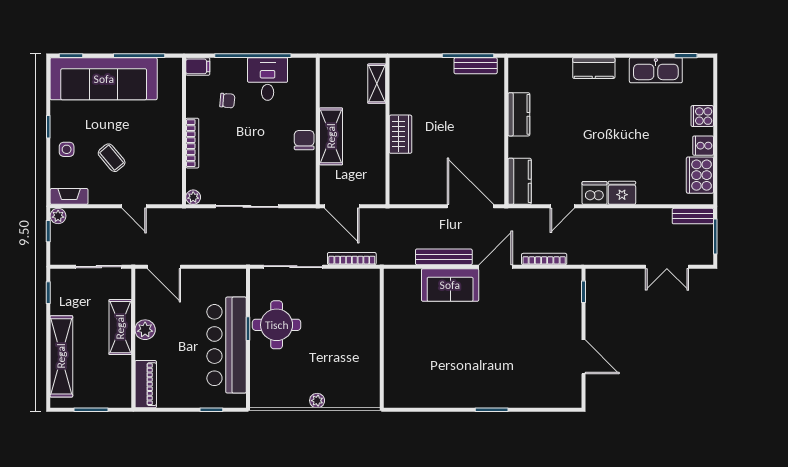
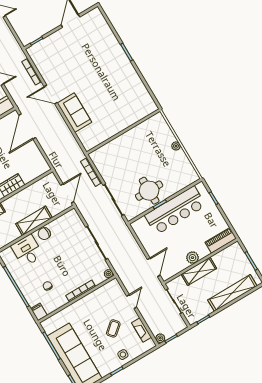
desk: (268, 79) -> (27, 251), moved, turned 90
fireplace: (69, 196) -> (142, 330), moved
bench: (444, 257) -> (62, 125), removed

